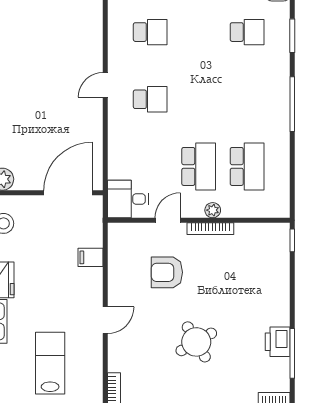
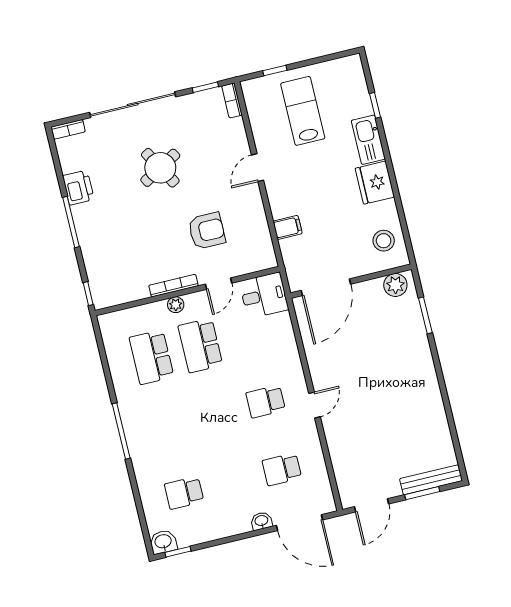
window: (292, 36) -> (138, 500), removed
window: (292, 353) -> (71, 222), moved
lab bench: (50, 363) -> (303, 111), turned 180

